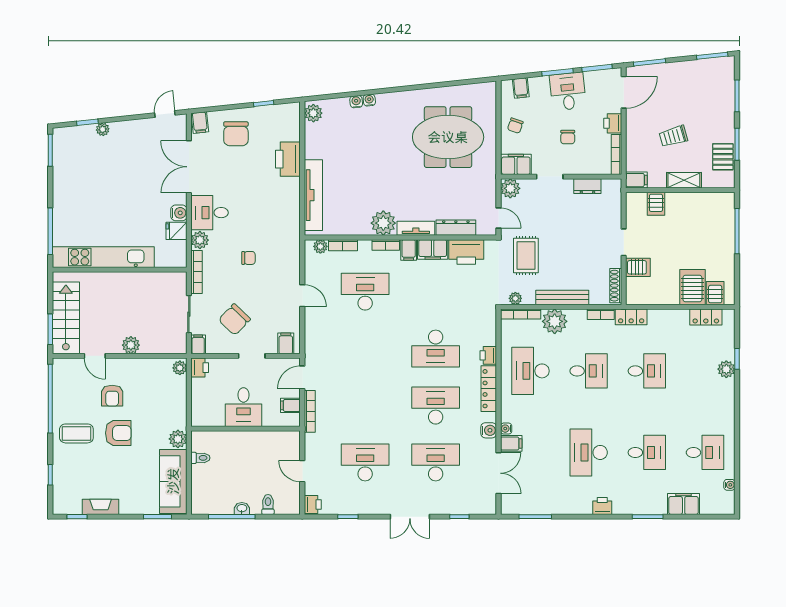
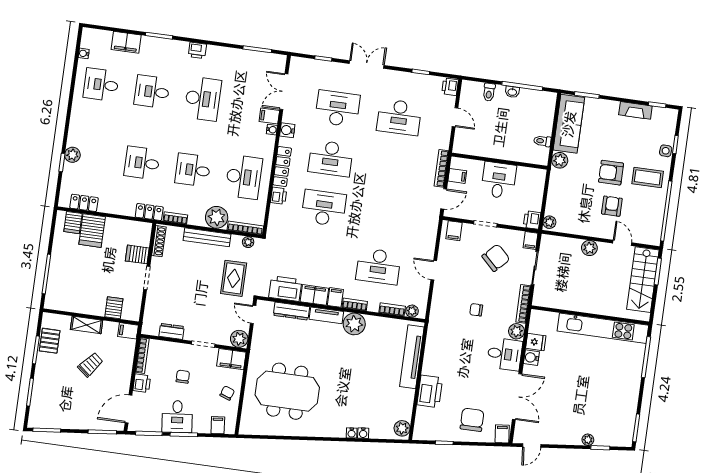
trolley: (673, 136) -> (90, 365), turned -35
desk: (436, 462) -> (338, 109), turned 180
side table: (60, 466) -> (666, 151), added

